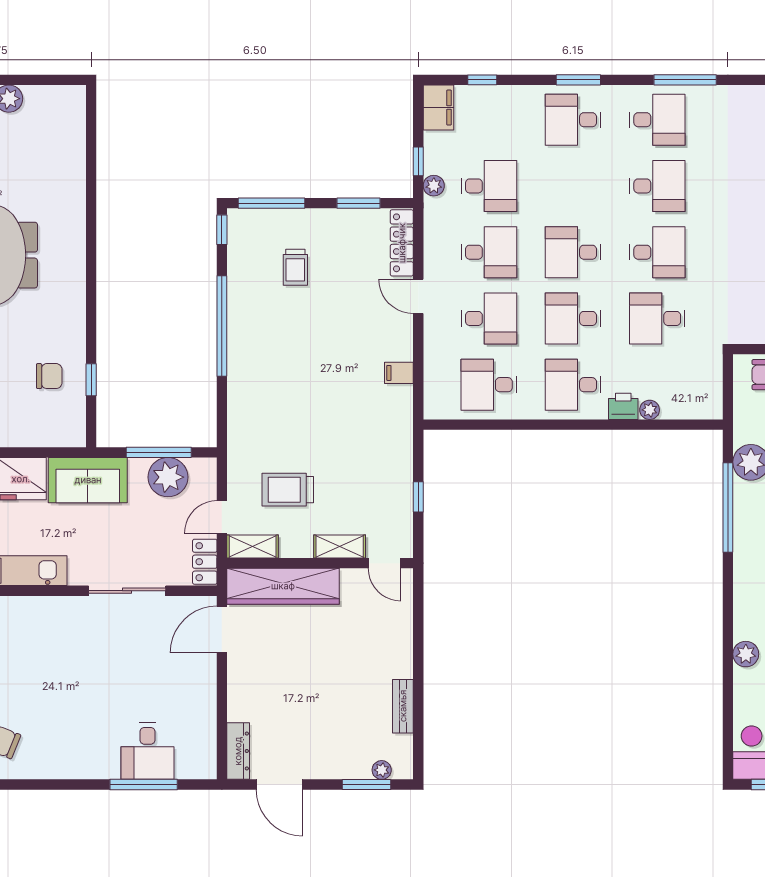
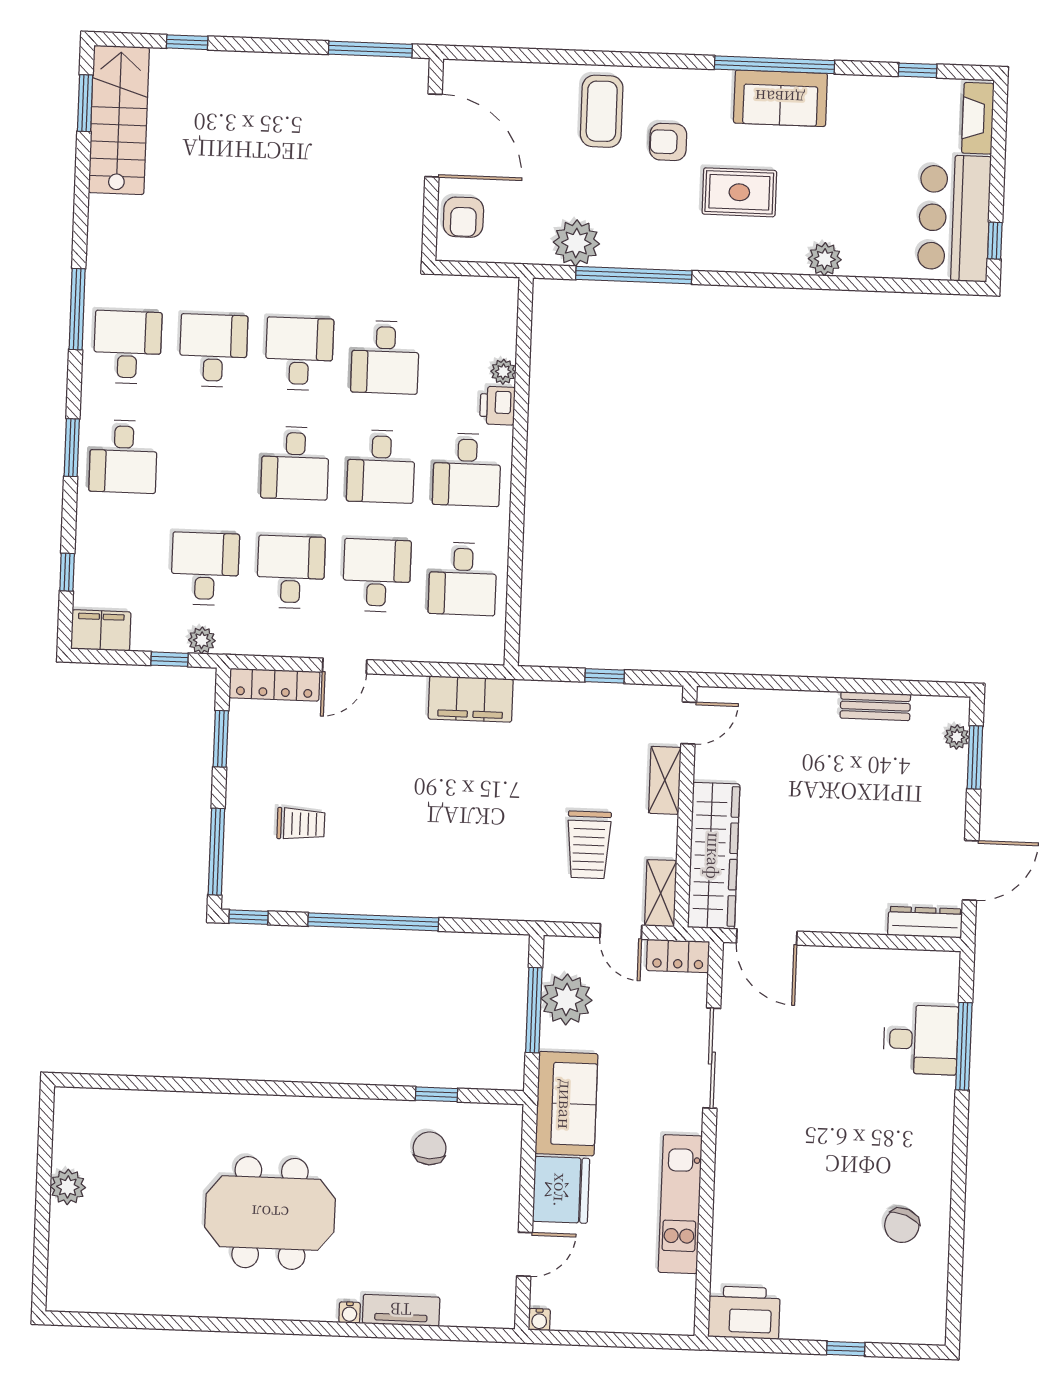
filing cabinet: (399, 373) -> (471, 699), width x3.00, depth x1.17

